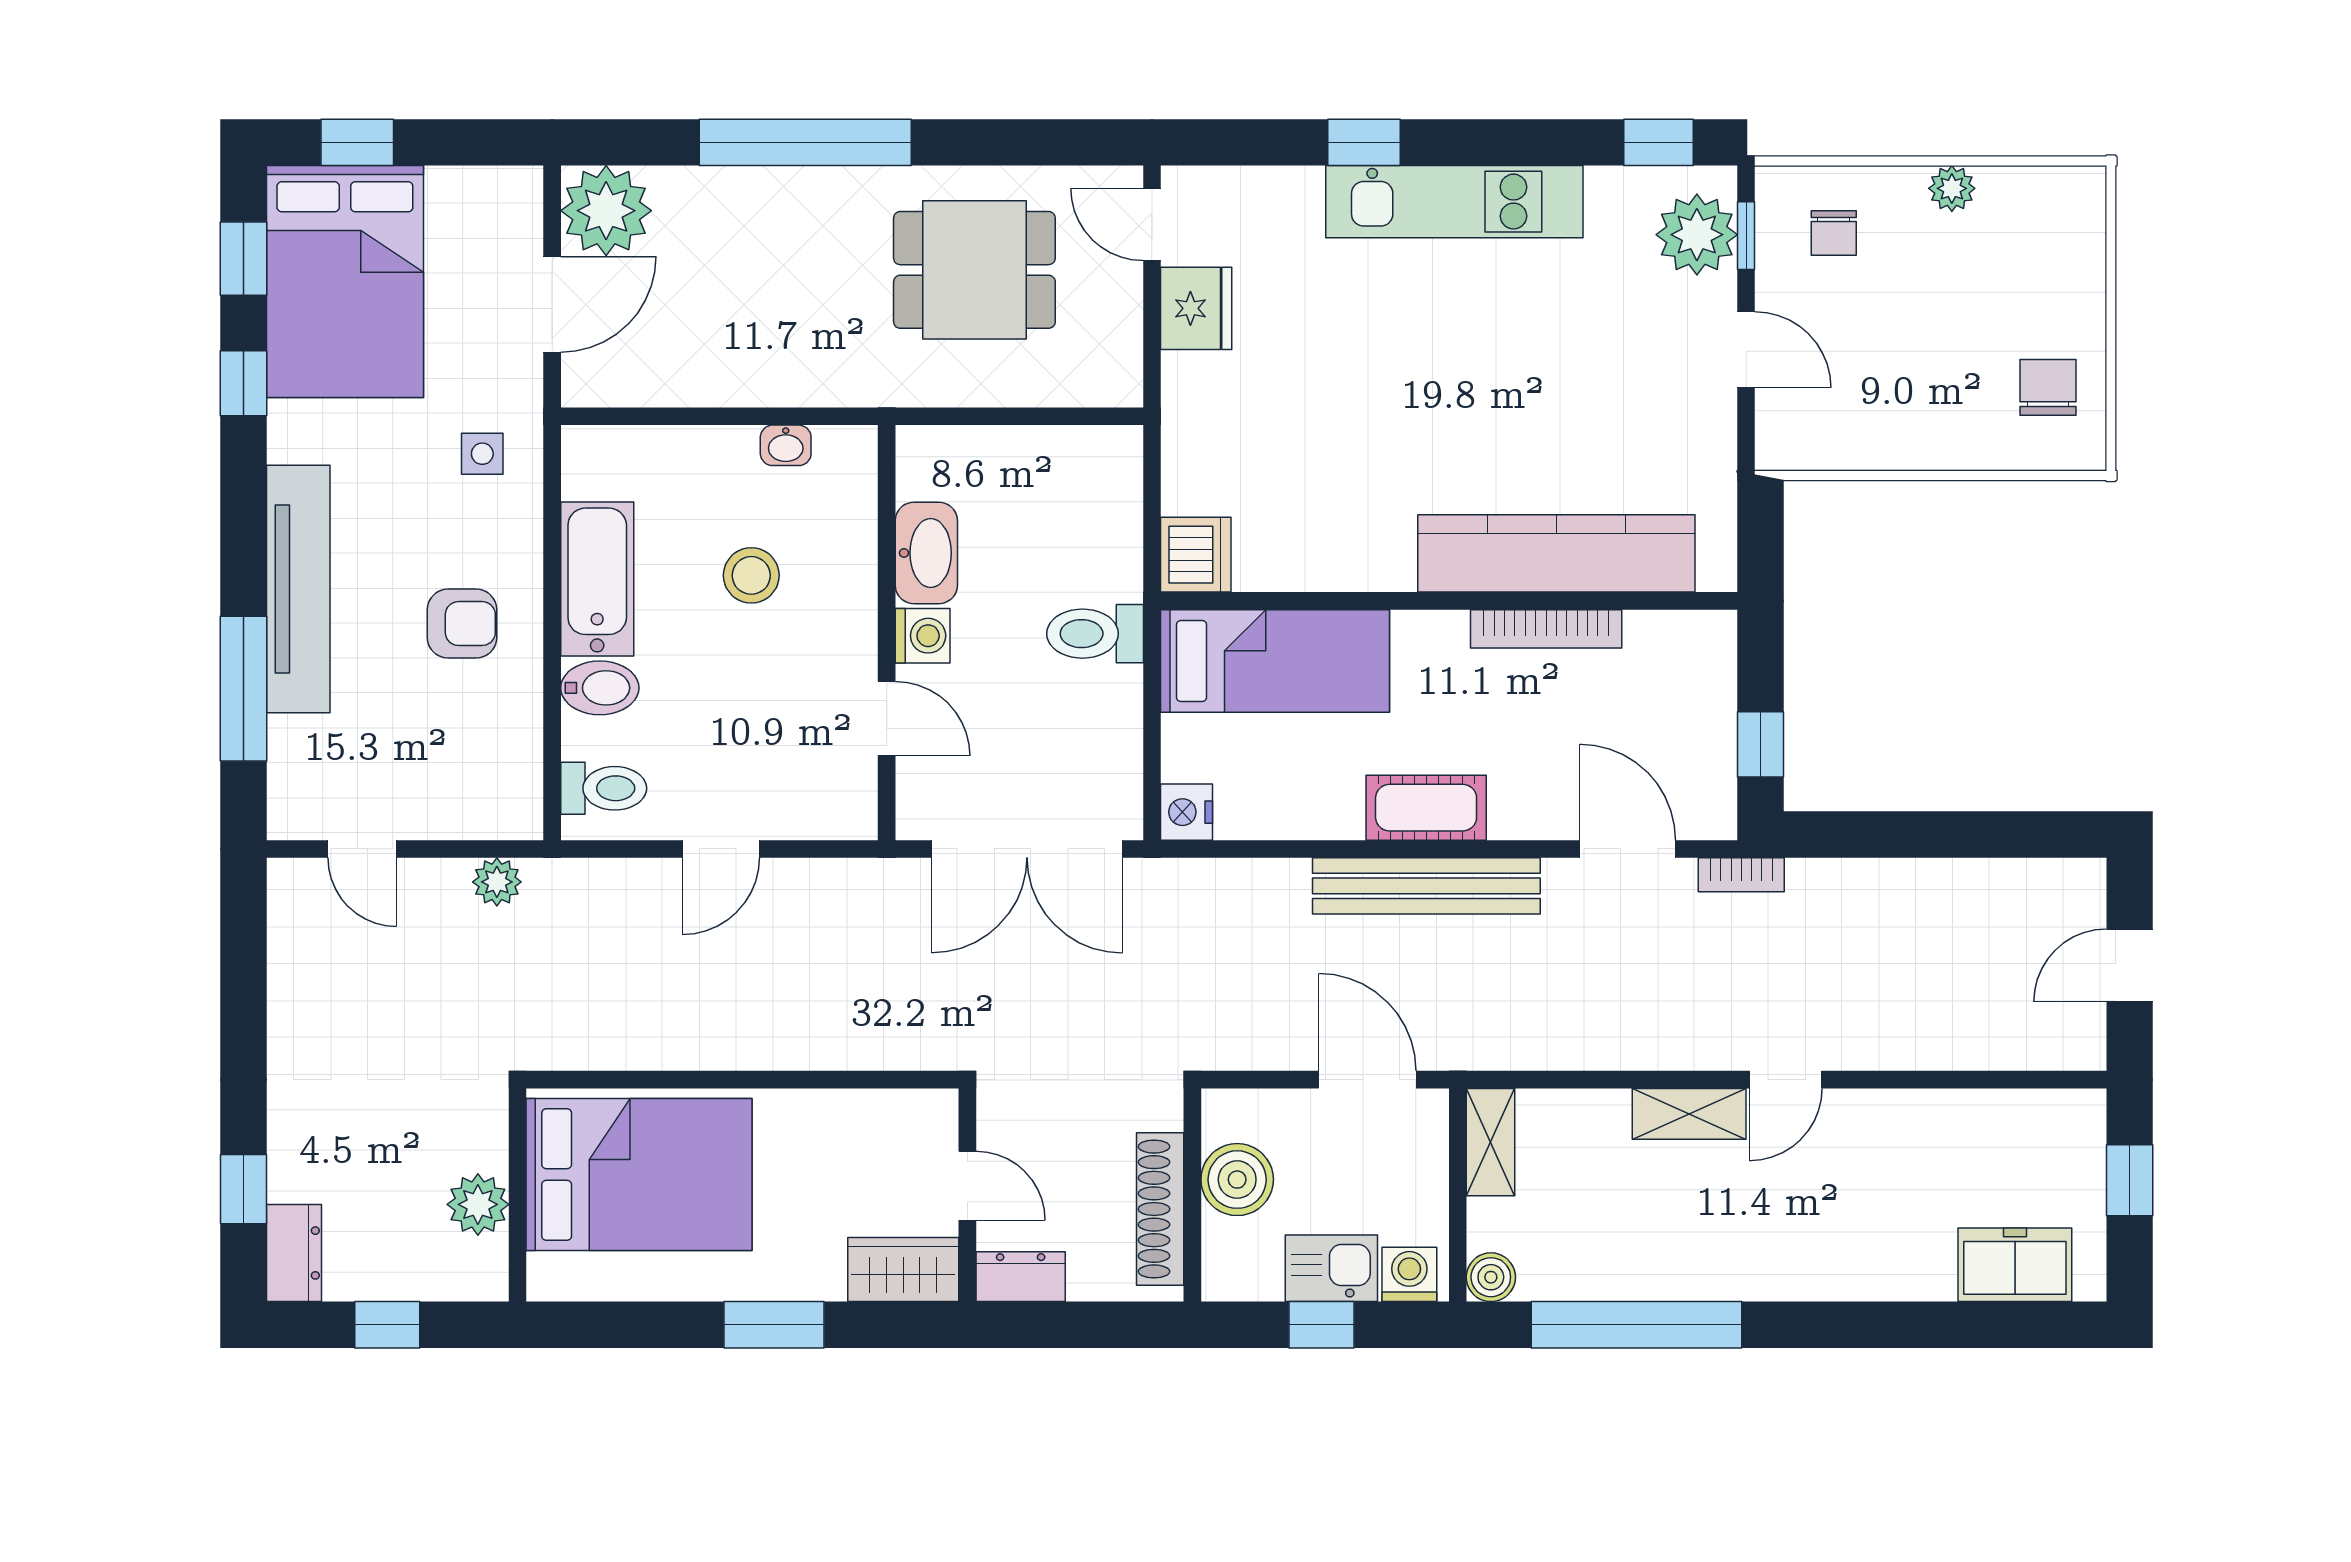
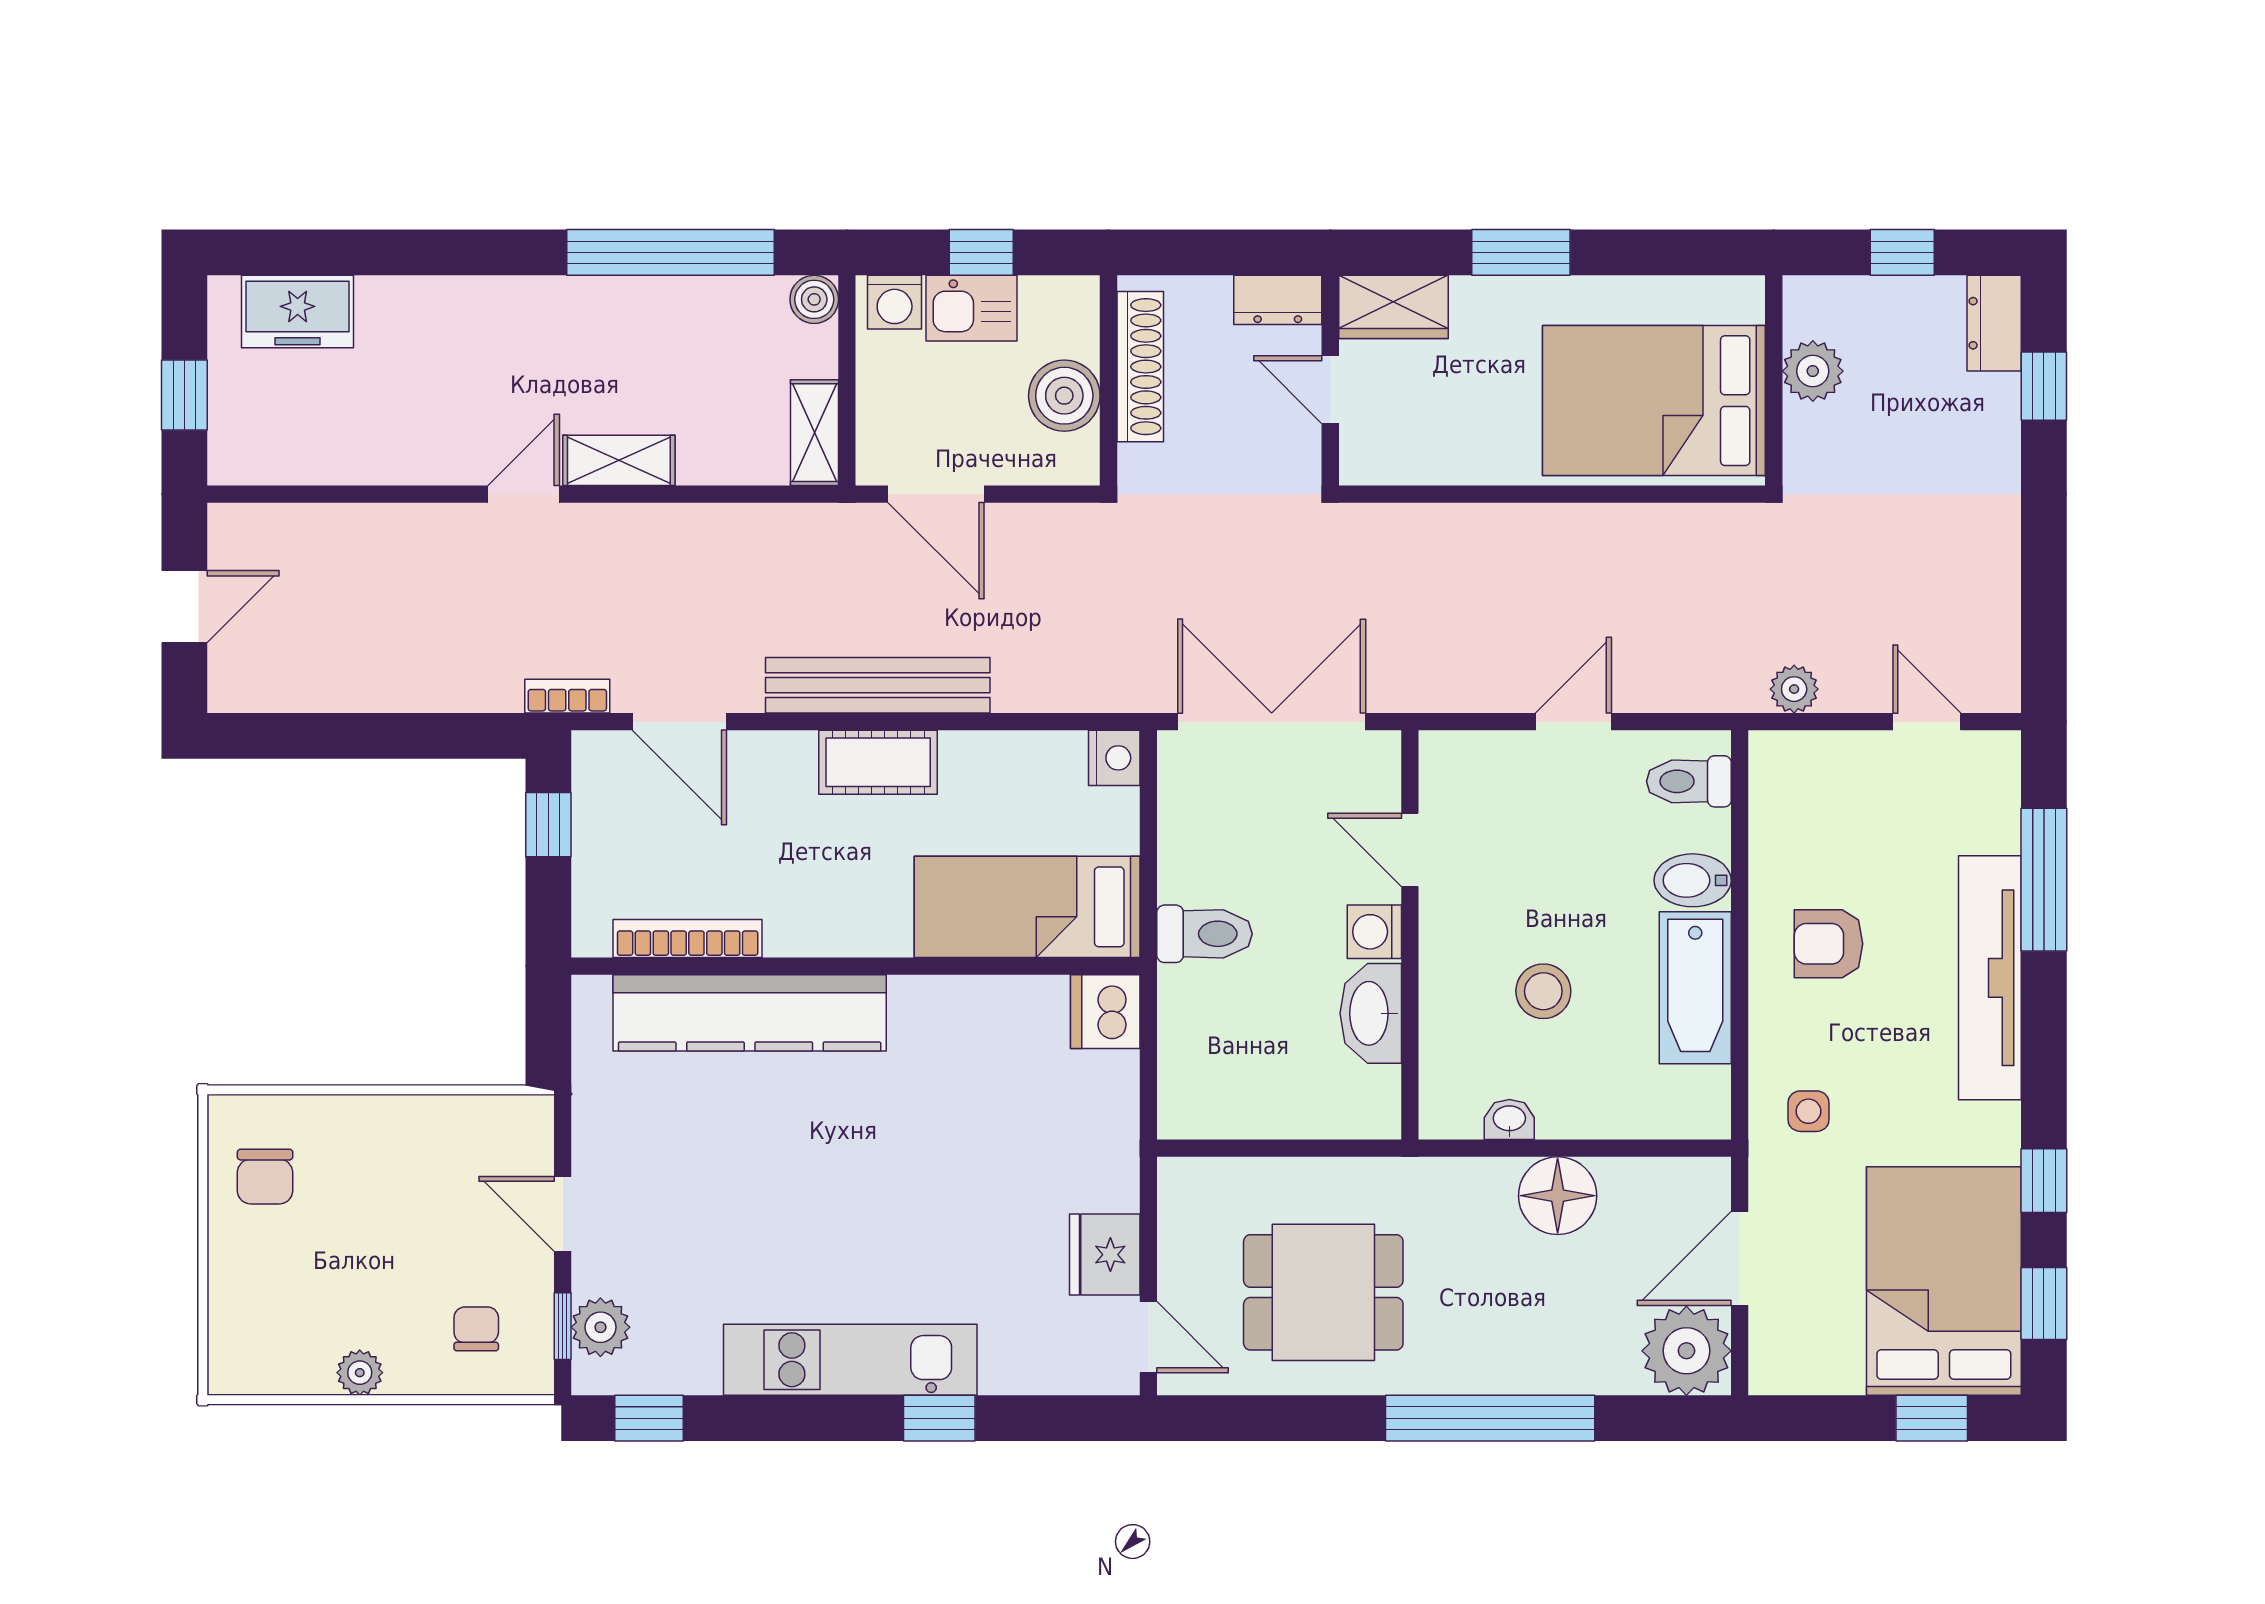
plant: (1697, 235) -> (600, 1327), width x0.73, depth x0.73
floor lamp: (737, 368) -> (1558, 1196), added
bookcase: (1546, 629) -> (688, 939), moved

